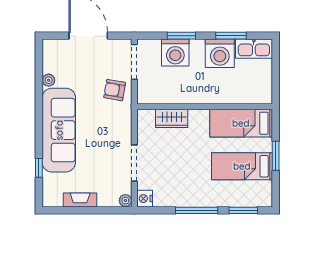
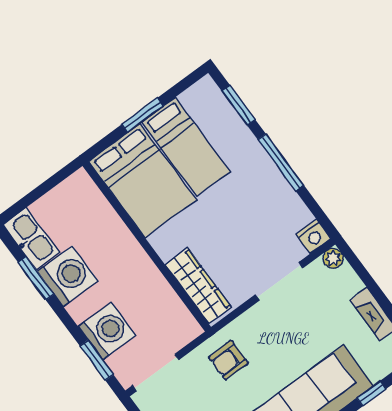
window: (181, 36) -> (97, 360), moved
armchair: (115, 90) -> (228, 360), moved, turned 80
wardrobe: (172, 118) -> (198, 286), width x1.50
bed: (241, 123) -> (142, 180), width x1.50

